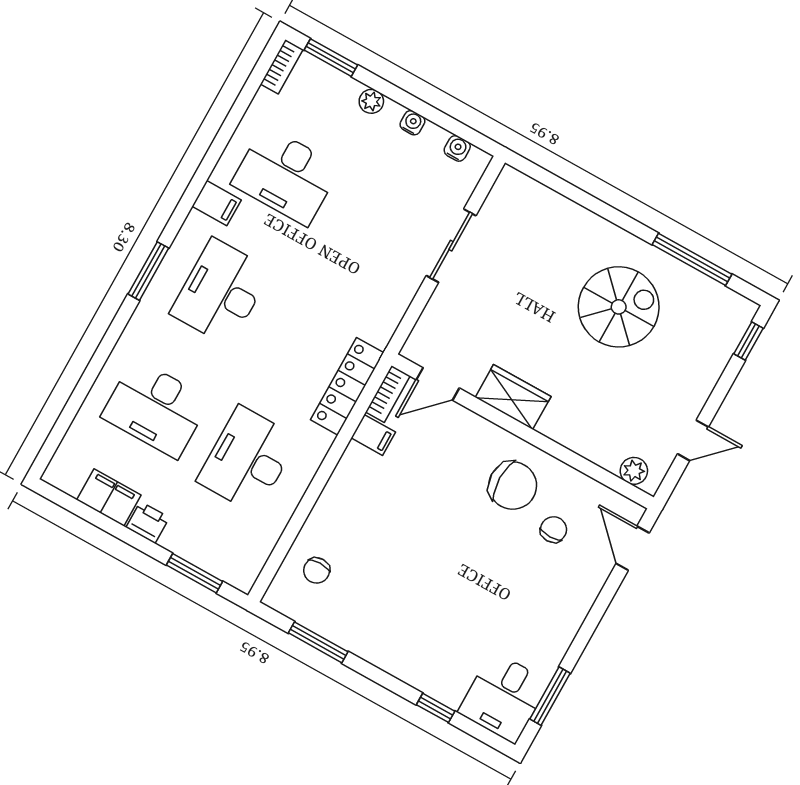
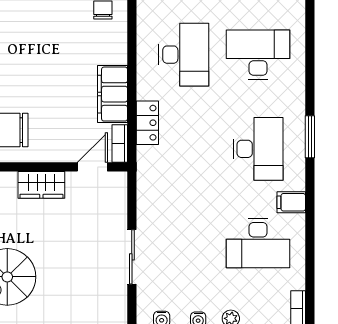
desk: (286, 176) -> (258, 243), turned 180
locker: (347, 386) -> (147, 123), width x0.66
filing cabinet: (373, 435) -> (112, 94), width x3.00, depth x1.17

